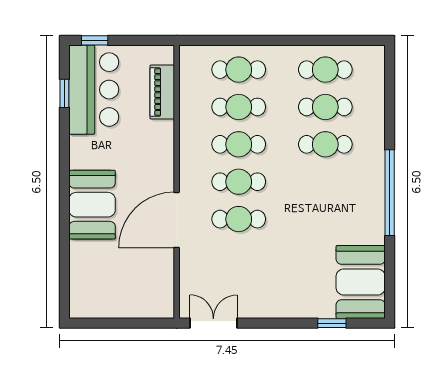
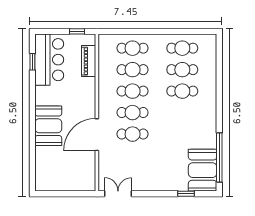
window: (95, 40) -> (77, 31), moved
window: (390, 193) -> (219, 158), moved

